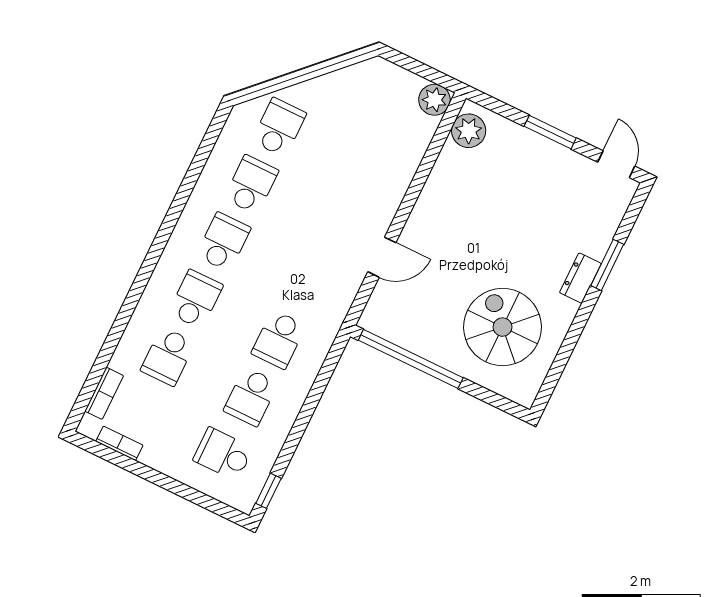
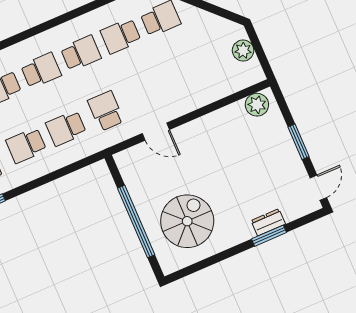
plant: (434, 100) -> (243, 51), moved
school desk: (251, 185) -> (121, 36), turned 180
dresser: (580, 278) -> (268, 222), moved
school desk: (306, 282) -> (106, 111), added
window: (411, 359) -> (136, 221), moved

